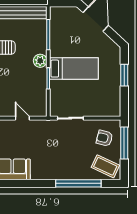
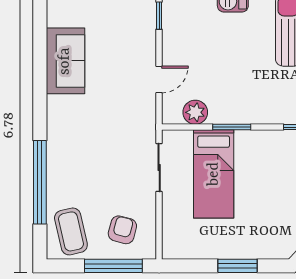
plant: (40, 61) -> (195, 112), moved
bed: (74, 69) -> (214, 174), moved
coffee table: (105, 166) -> (71, 231), turned -38

